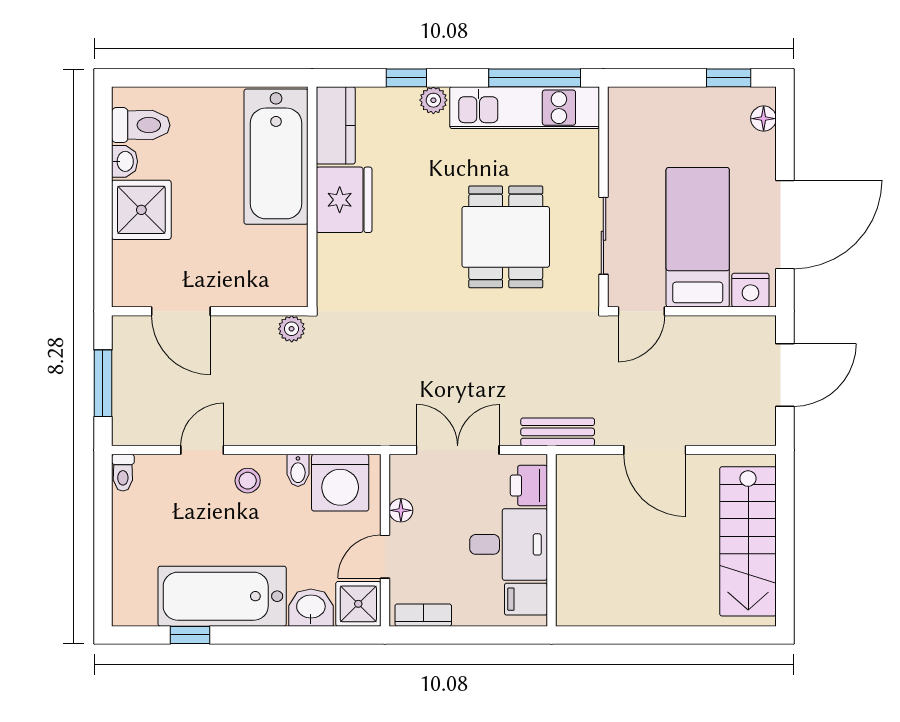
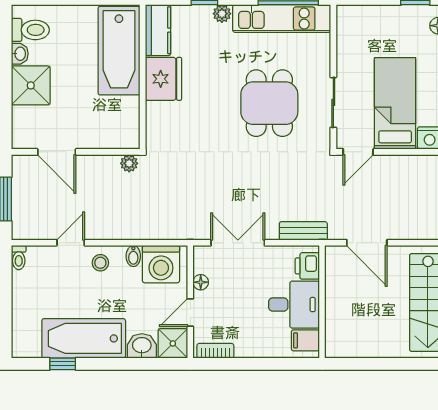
printer: (529, 485) -> (307, 266), moved
wall: (551, 540) -> (322, 302), moved
desk: (509, 544) -> (294, 305), moved
filing cabinet: (526, 599) -> (305, 340), moved

